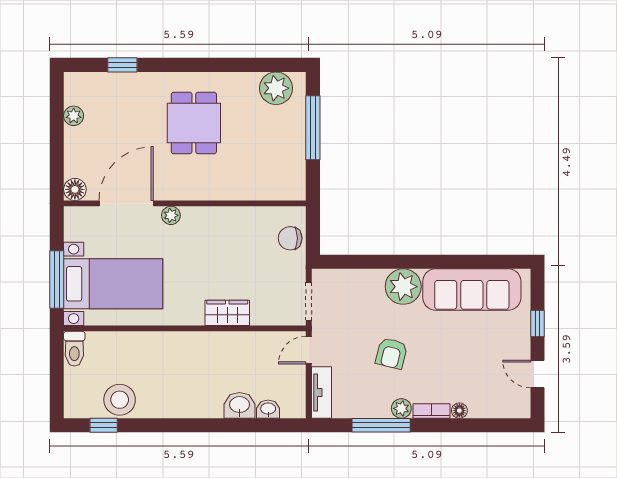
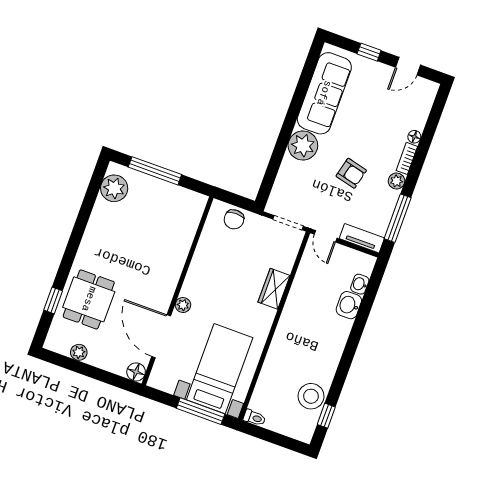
dining table: (194, 123) -> (89, 299), moved, turned 90
toilet: (74, 349) -> (254, 418), width x0.73, depth x0.72
window: (381, 425) -> (398, 218), moved

